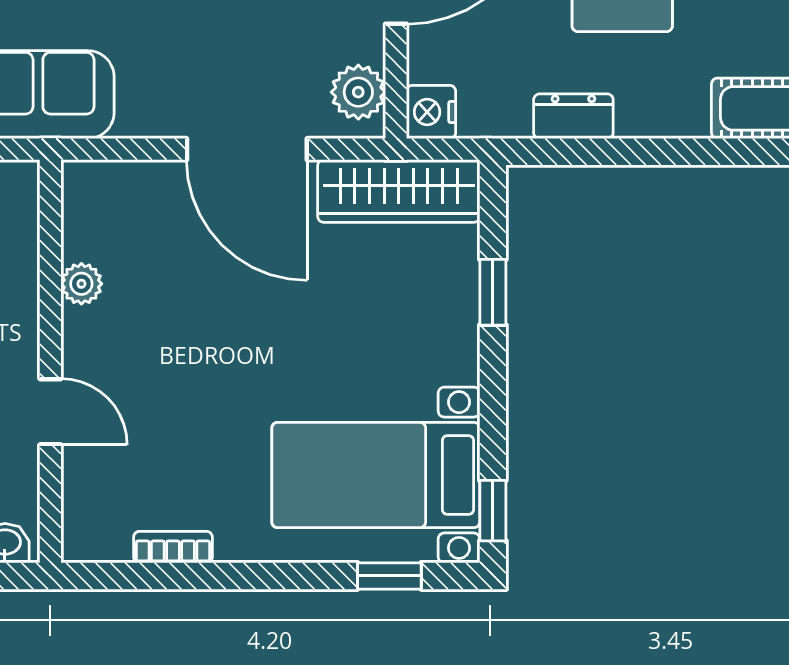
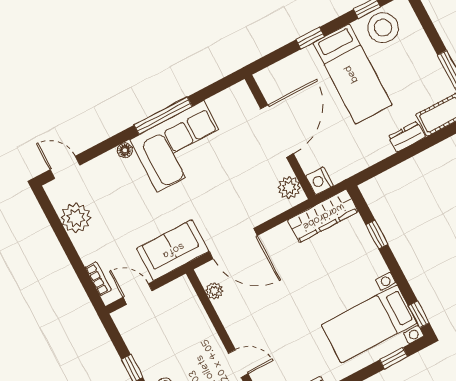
dresser: (573, 116) -> (407, 137), moved
door: (247, 149) -> (233, 244), moved
plant: (81, 284) -> (214, 291), moved

